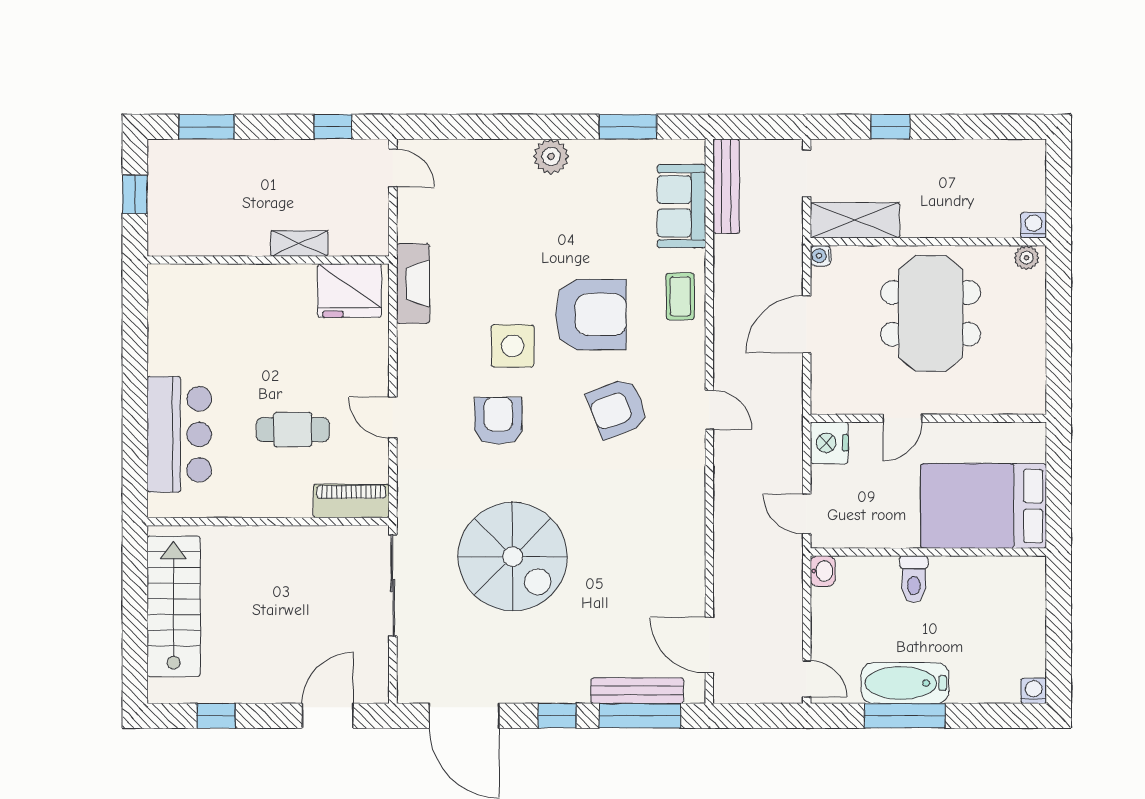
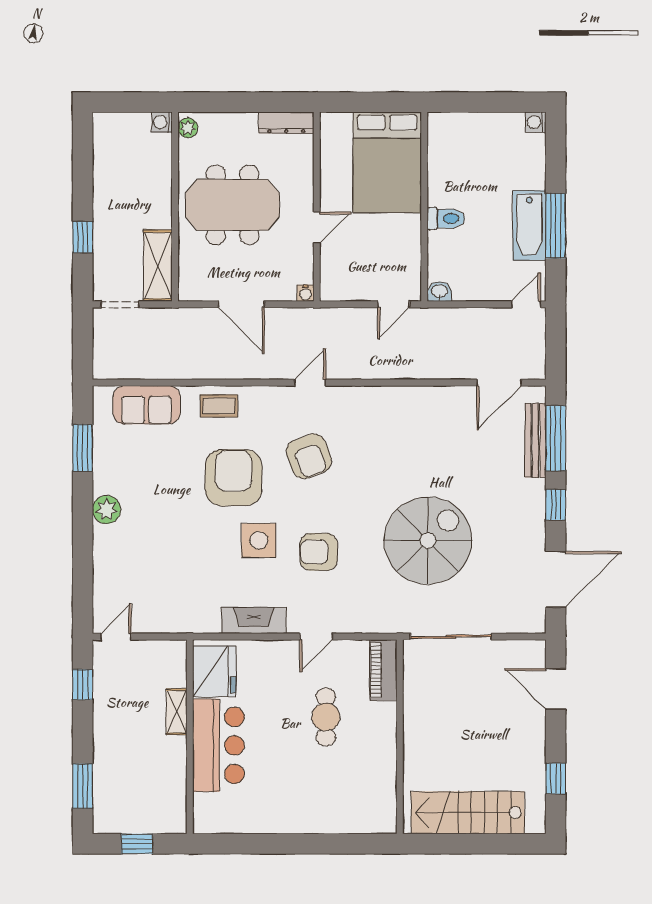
bench: (726, 186) -> (130, 369), removed
water cooler: (821, 256) -> (305, 293), moved
fireplace: (413, 284) -> (254, 621), moved
dresser: (1033, 380) -> (286, 123), added
door: (902, 418) -> (317, 227), hinge flipped
bar counter: (179, 434) -> (218, 745), moved, turned 90
nightstand: (829, 443) -> (336, 286), removed

